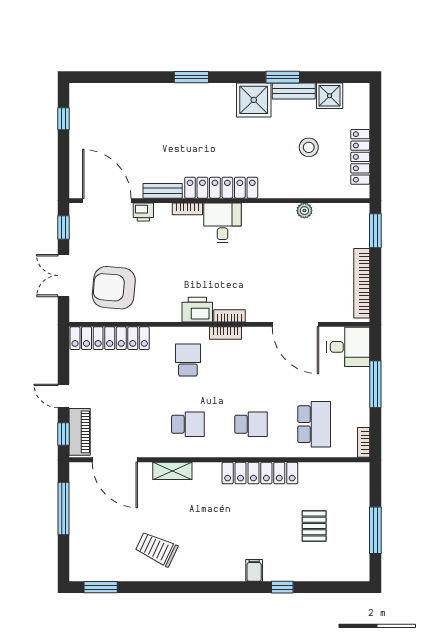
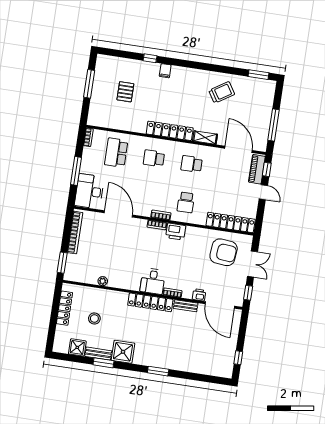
desk: (348, 347) -> (89, 191), width x1.37
locker: (260, 473) -> (170, 131), moved
trolley: (156, 549) -> (222, 92), turned -58

